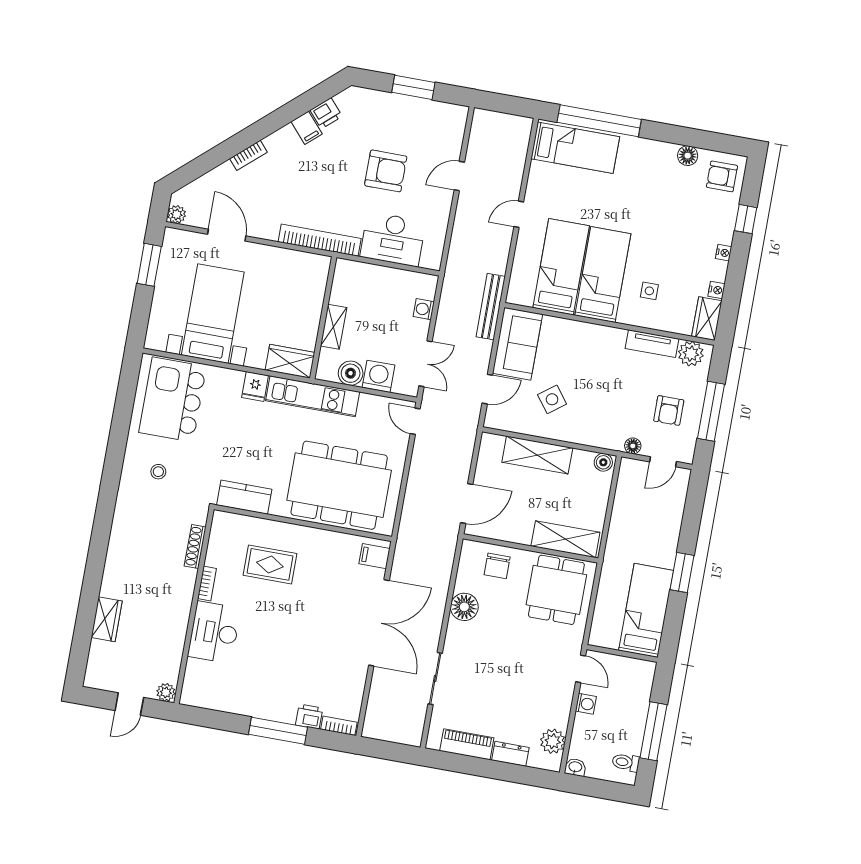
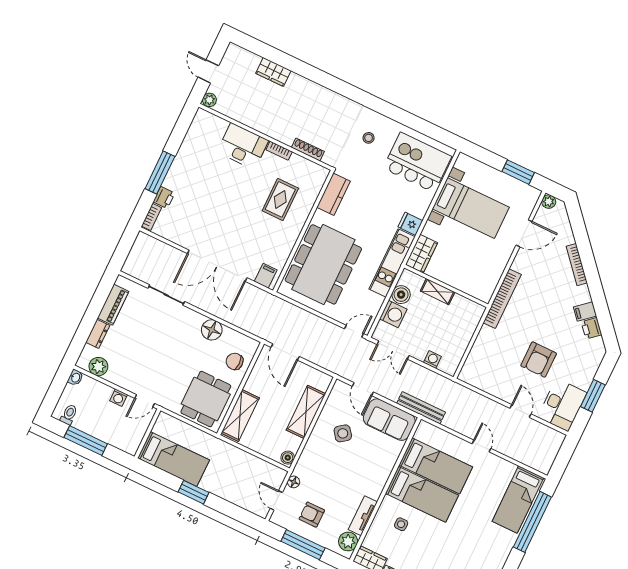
bookcase: (248, 155) -> (577, 265), width x1.56
desk: (393, 239) -> (562, 405), moved, turned 180
dining table: (556, 590) -> (206, 399), turned 90

